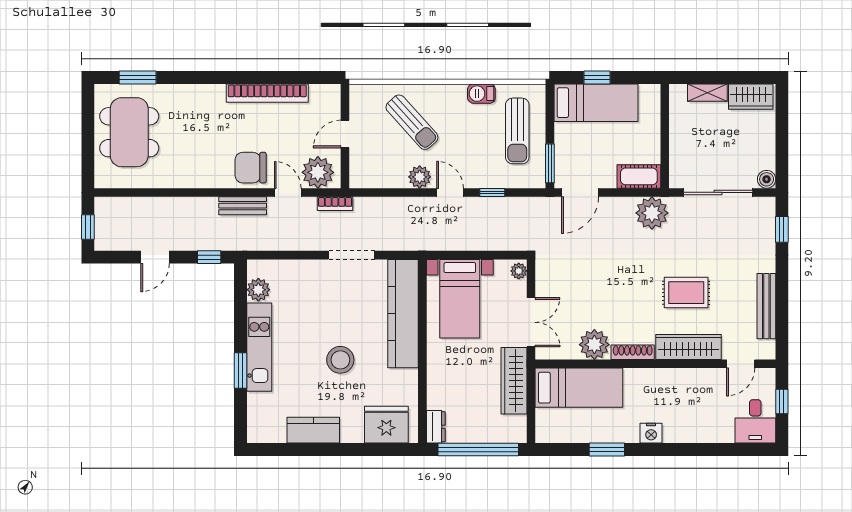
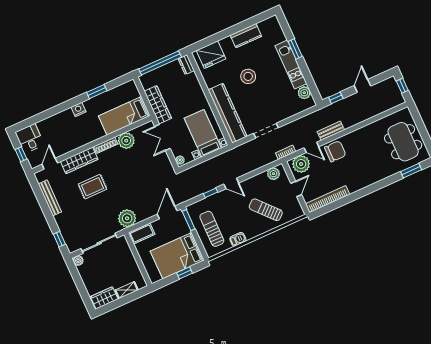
bookcase: (267, 93) -> (328, 199), moved
bed: (596, 103) -> (177, 256), width x1.50
plant: (420, 177) -> (273, 174), moved

